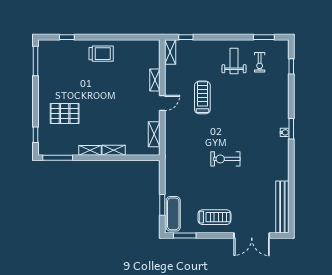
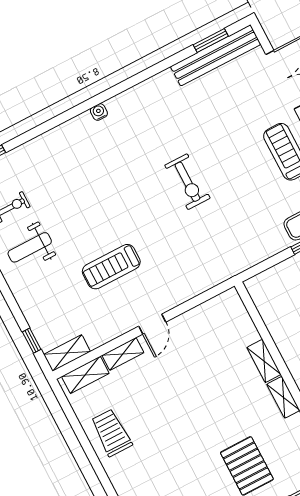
trolley: (101, 54) -> (111, 433), moved
door: (162, 103) -> (152, 324), swing flipped
window: (291, 129) -> (211, 41), moved
shelving: (154, 134) -> (85, 375), moved

